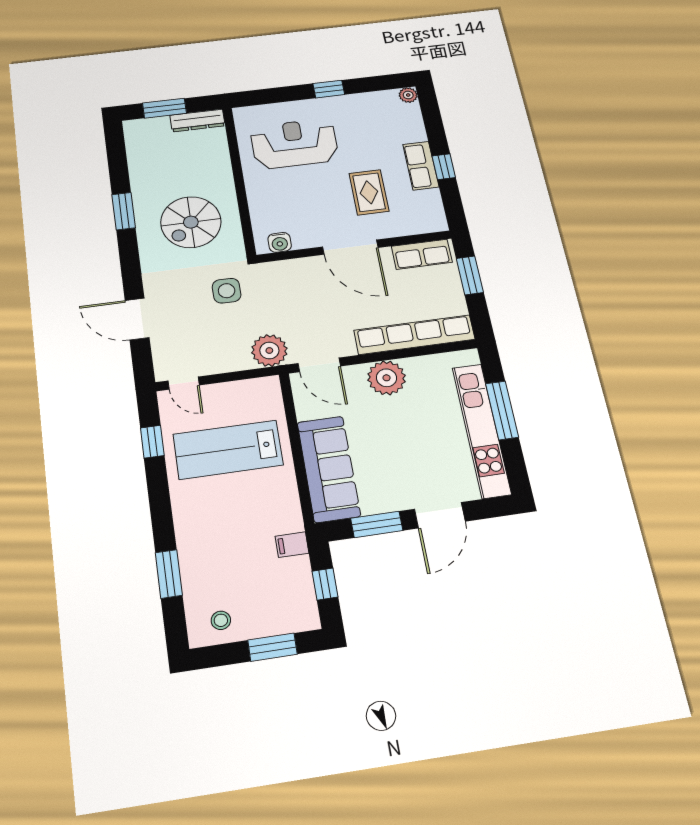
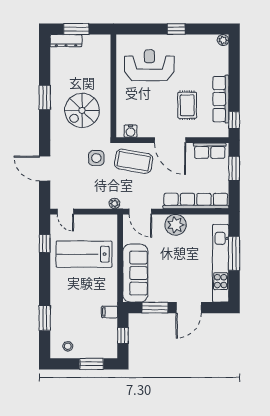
dresser: (198, 121) -> (66, 41), moved
row of seats: (421, 166) -> (221, 99), width x1.48
window: (444, 167) -> (234, 120), moved
coffee table: (293, 287) -> (134, 161), added
plant: (269, 350) -> (115, 203), width x0.53, depth x0.53

